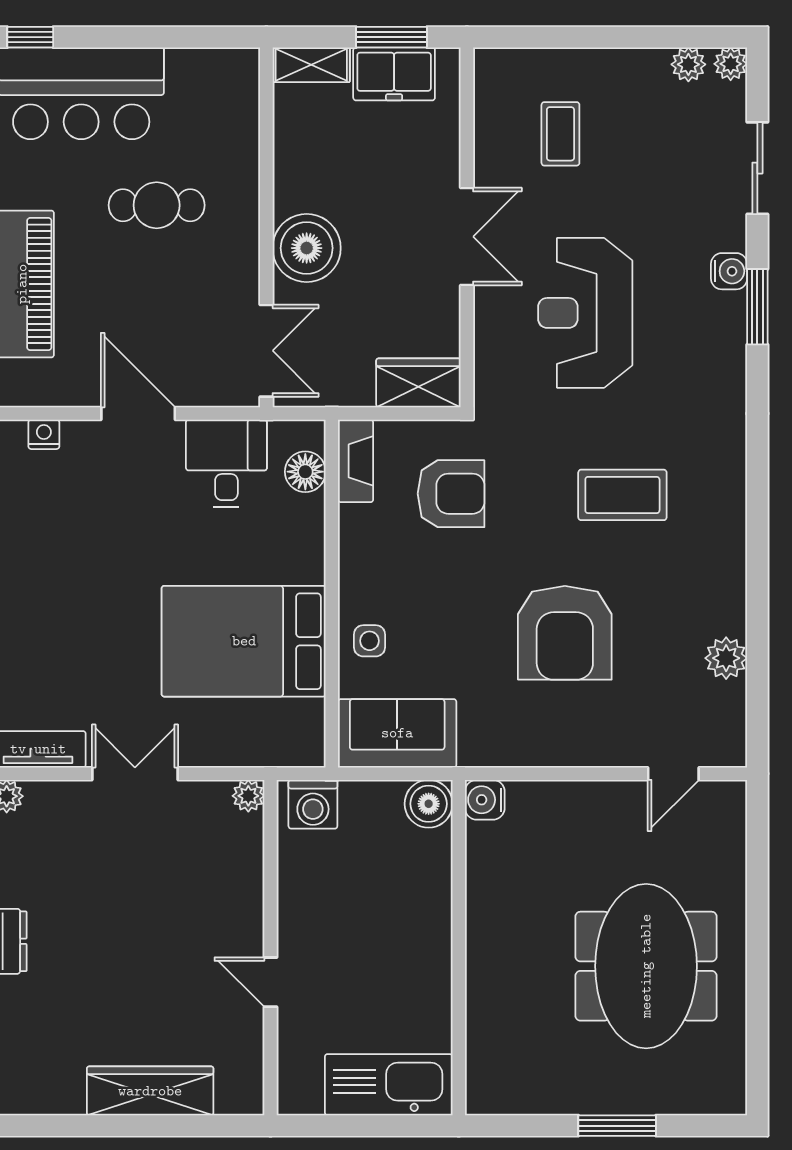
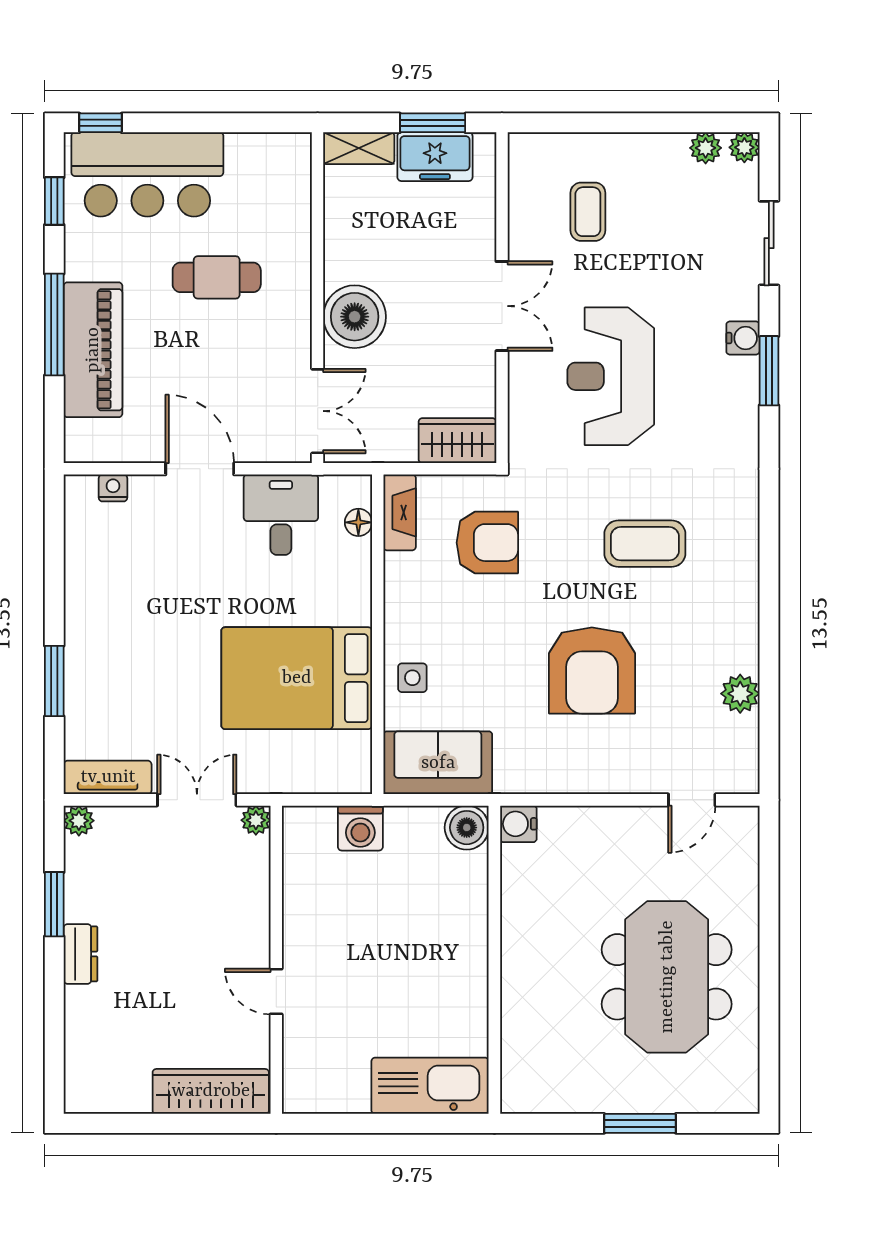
floor lamp: (305, 472) -> (358, 522), width x0.73, depth x0.73
plant: (248, 796) -> (256, 820), moved
wall: (270, 948) -> (276, 960), moved
door: (270, 982) -> (276, 992), moved

